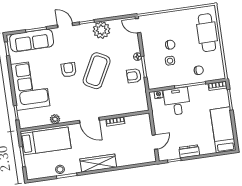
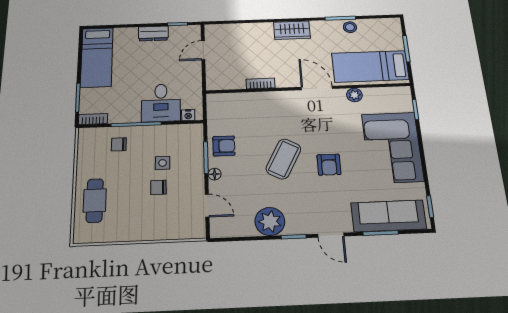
door: (138, 26) -> (207, 206), moved
cafe table: (207, 33) -> (95, 200), width x0.73, depth x0.74
coffee table: (97, 71) -> (283, 159), width x0.73, depth x0.76
door: (89, 120) -> (317, 88), moved
wardrobe: (98, 163) -> (292, 30), width x0.67

